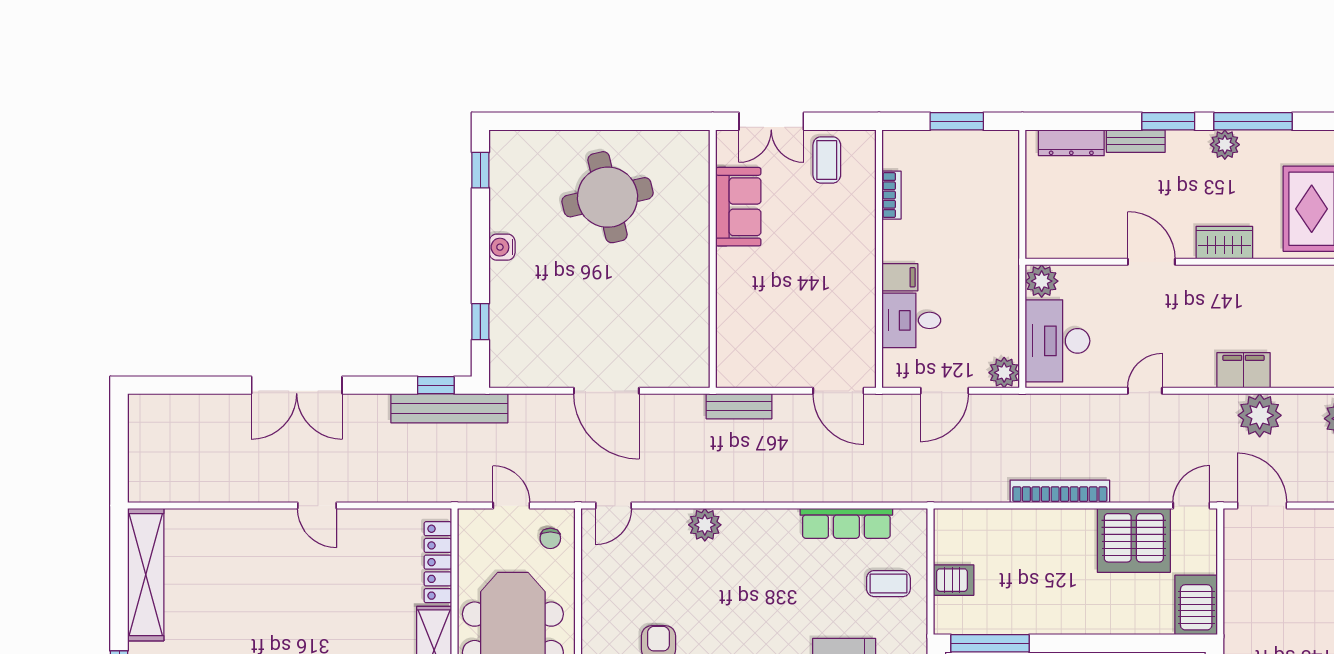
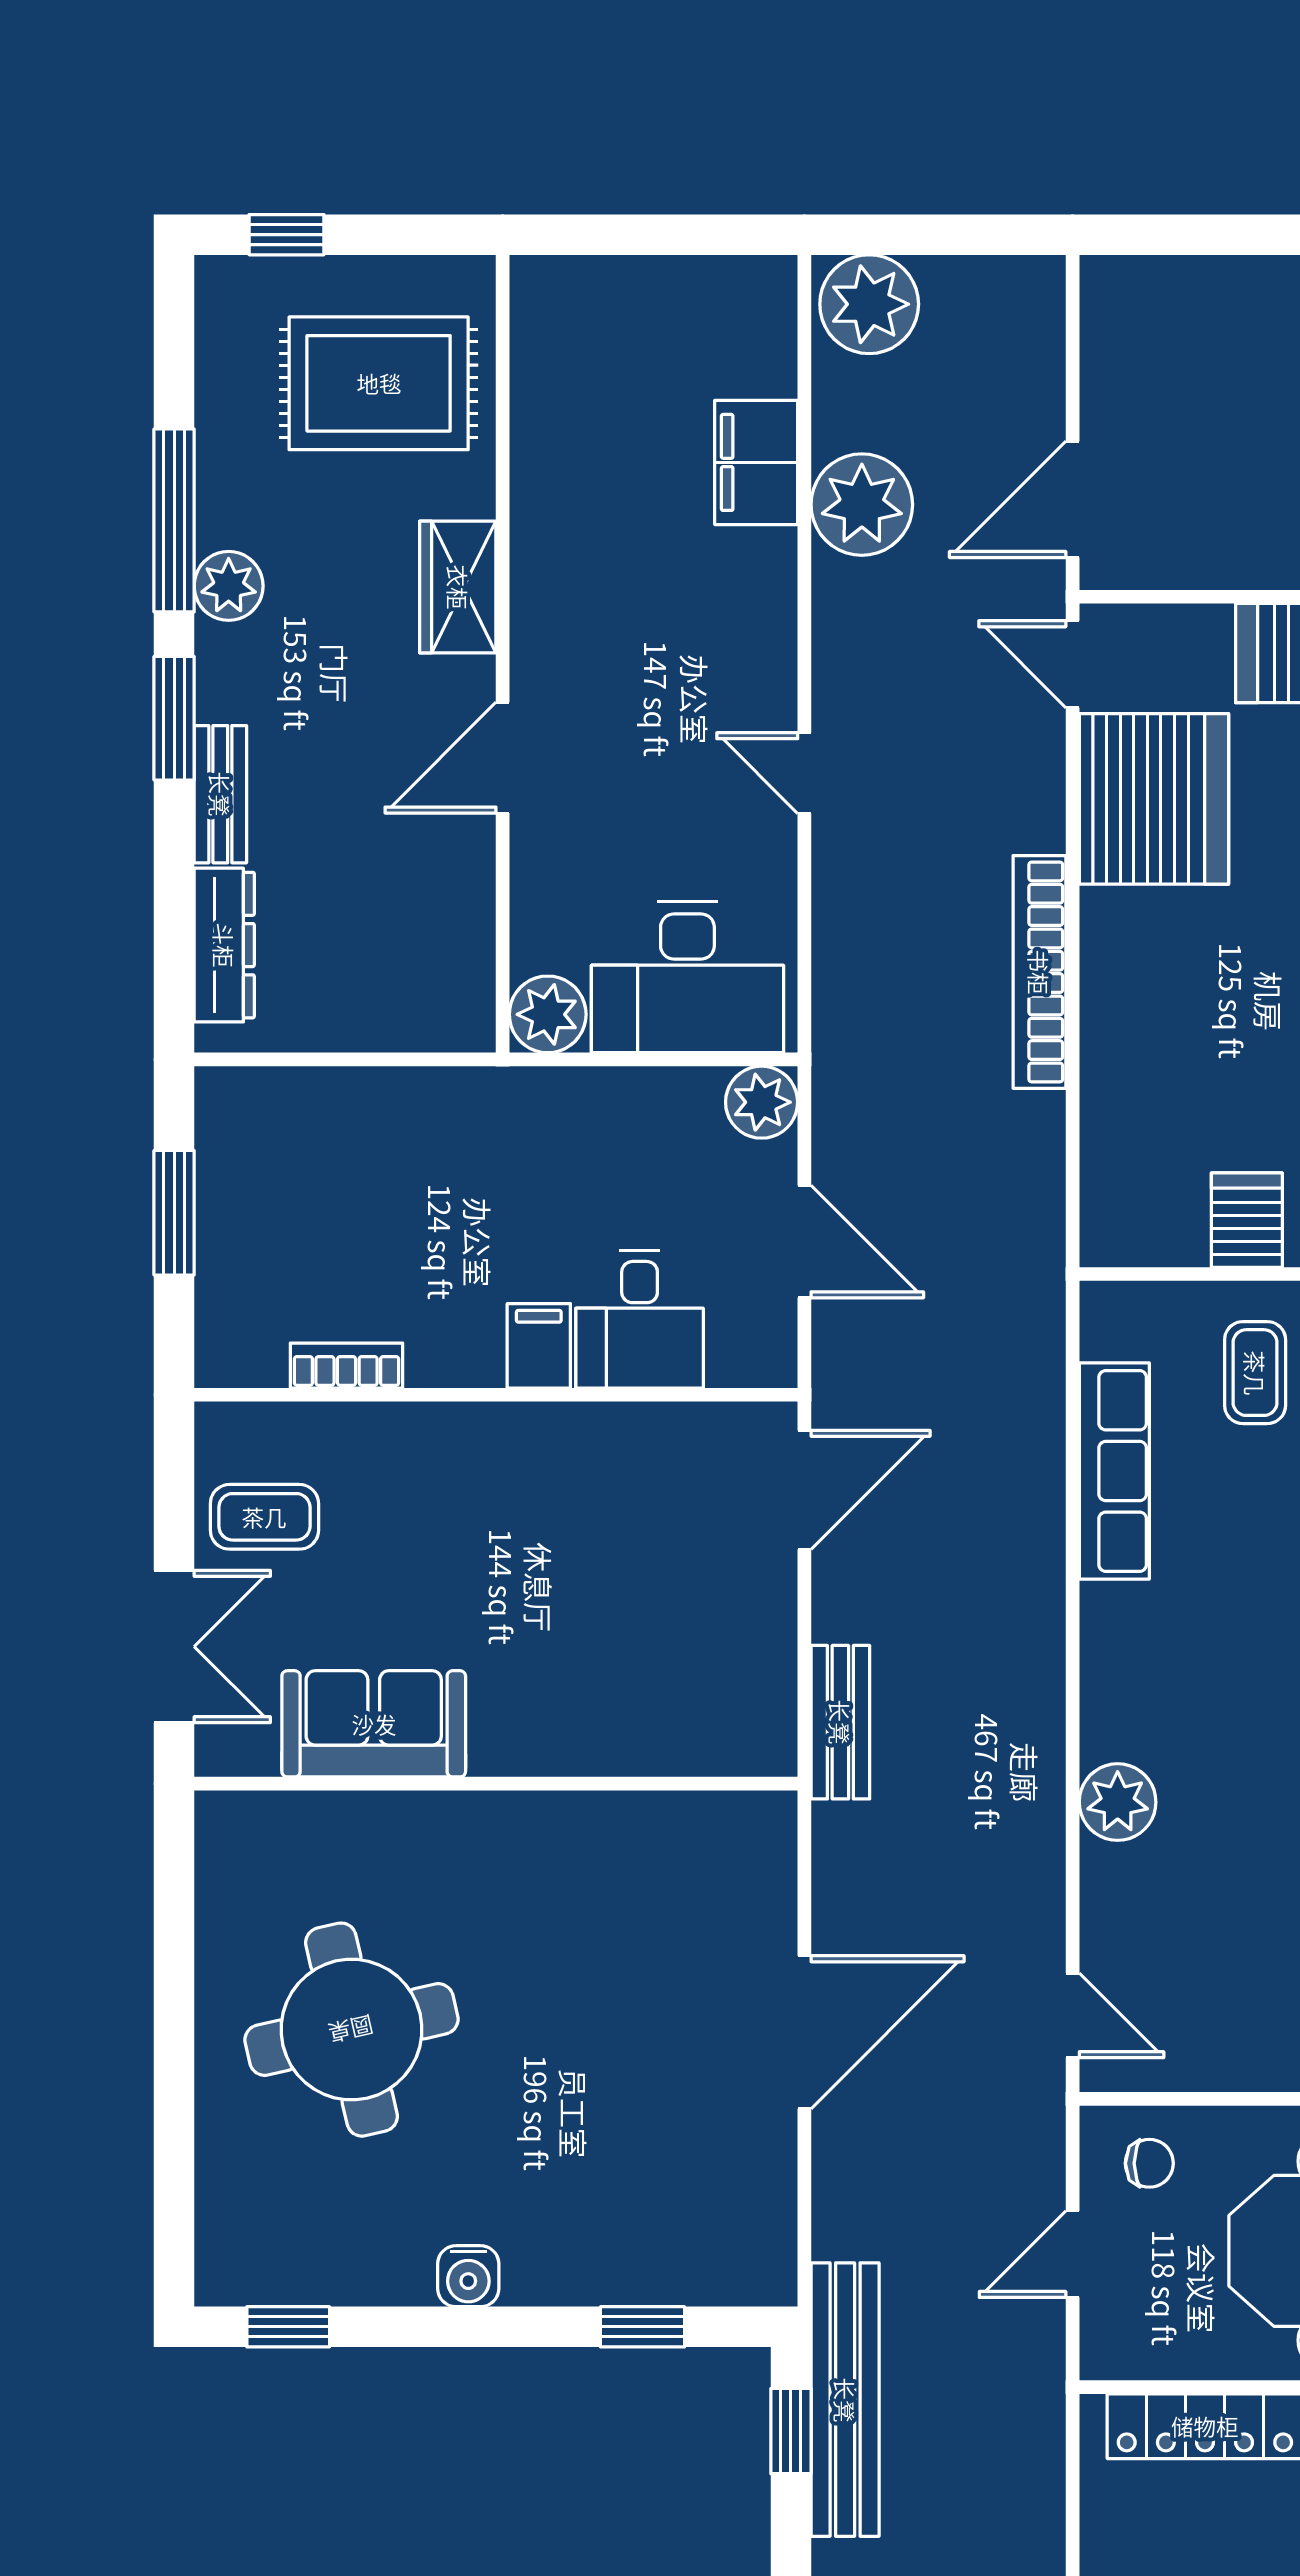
filing cabinet: (1243, 370) -> (756, 462), moved

